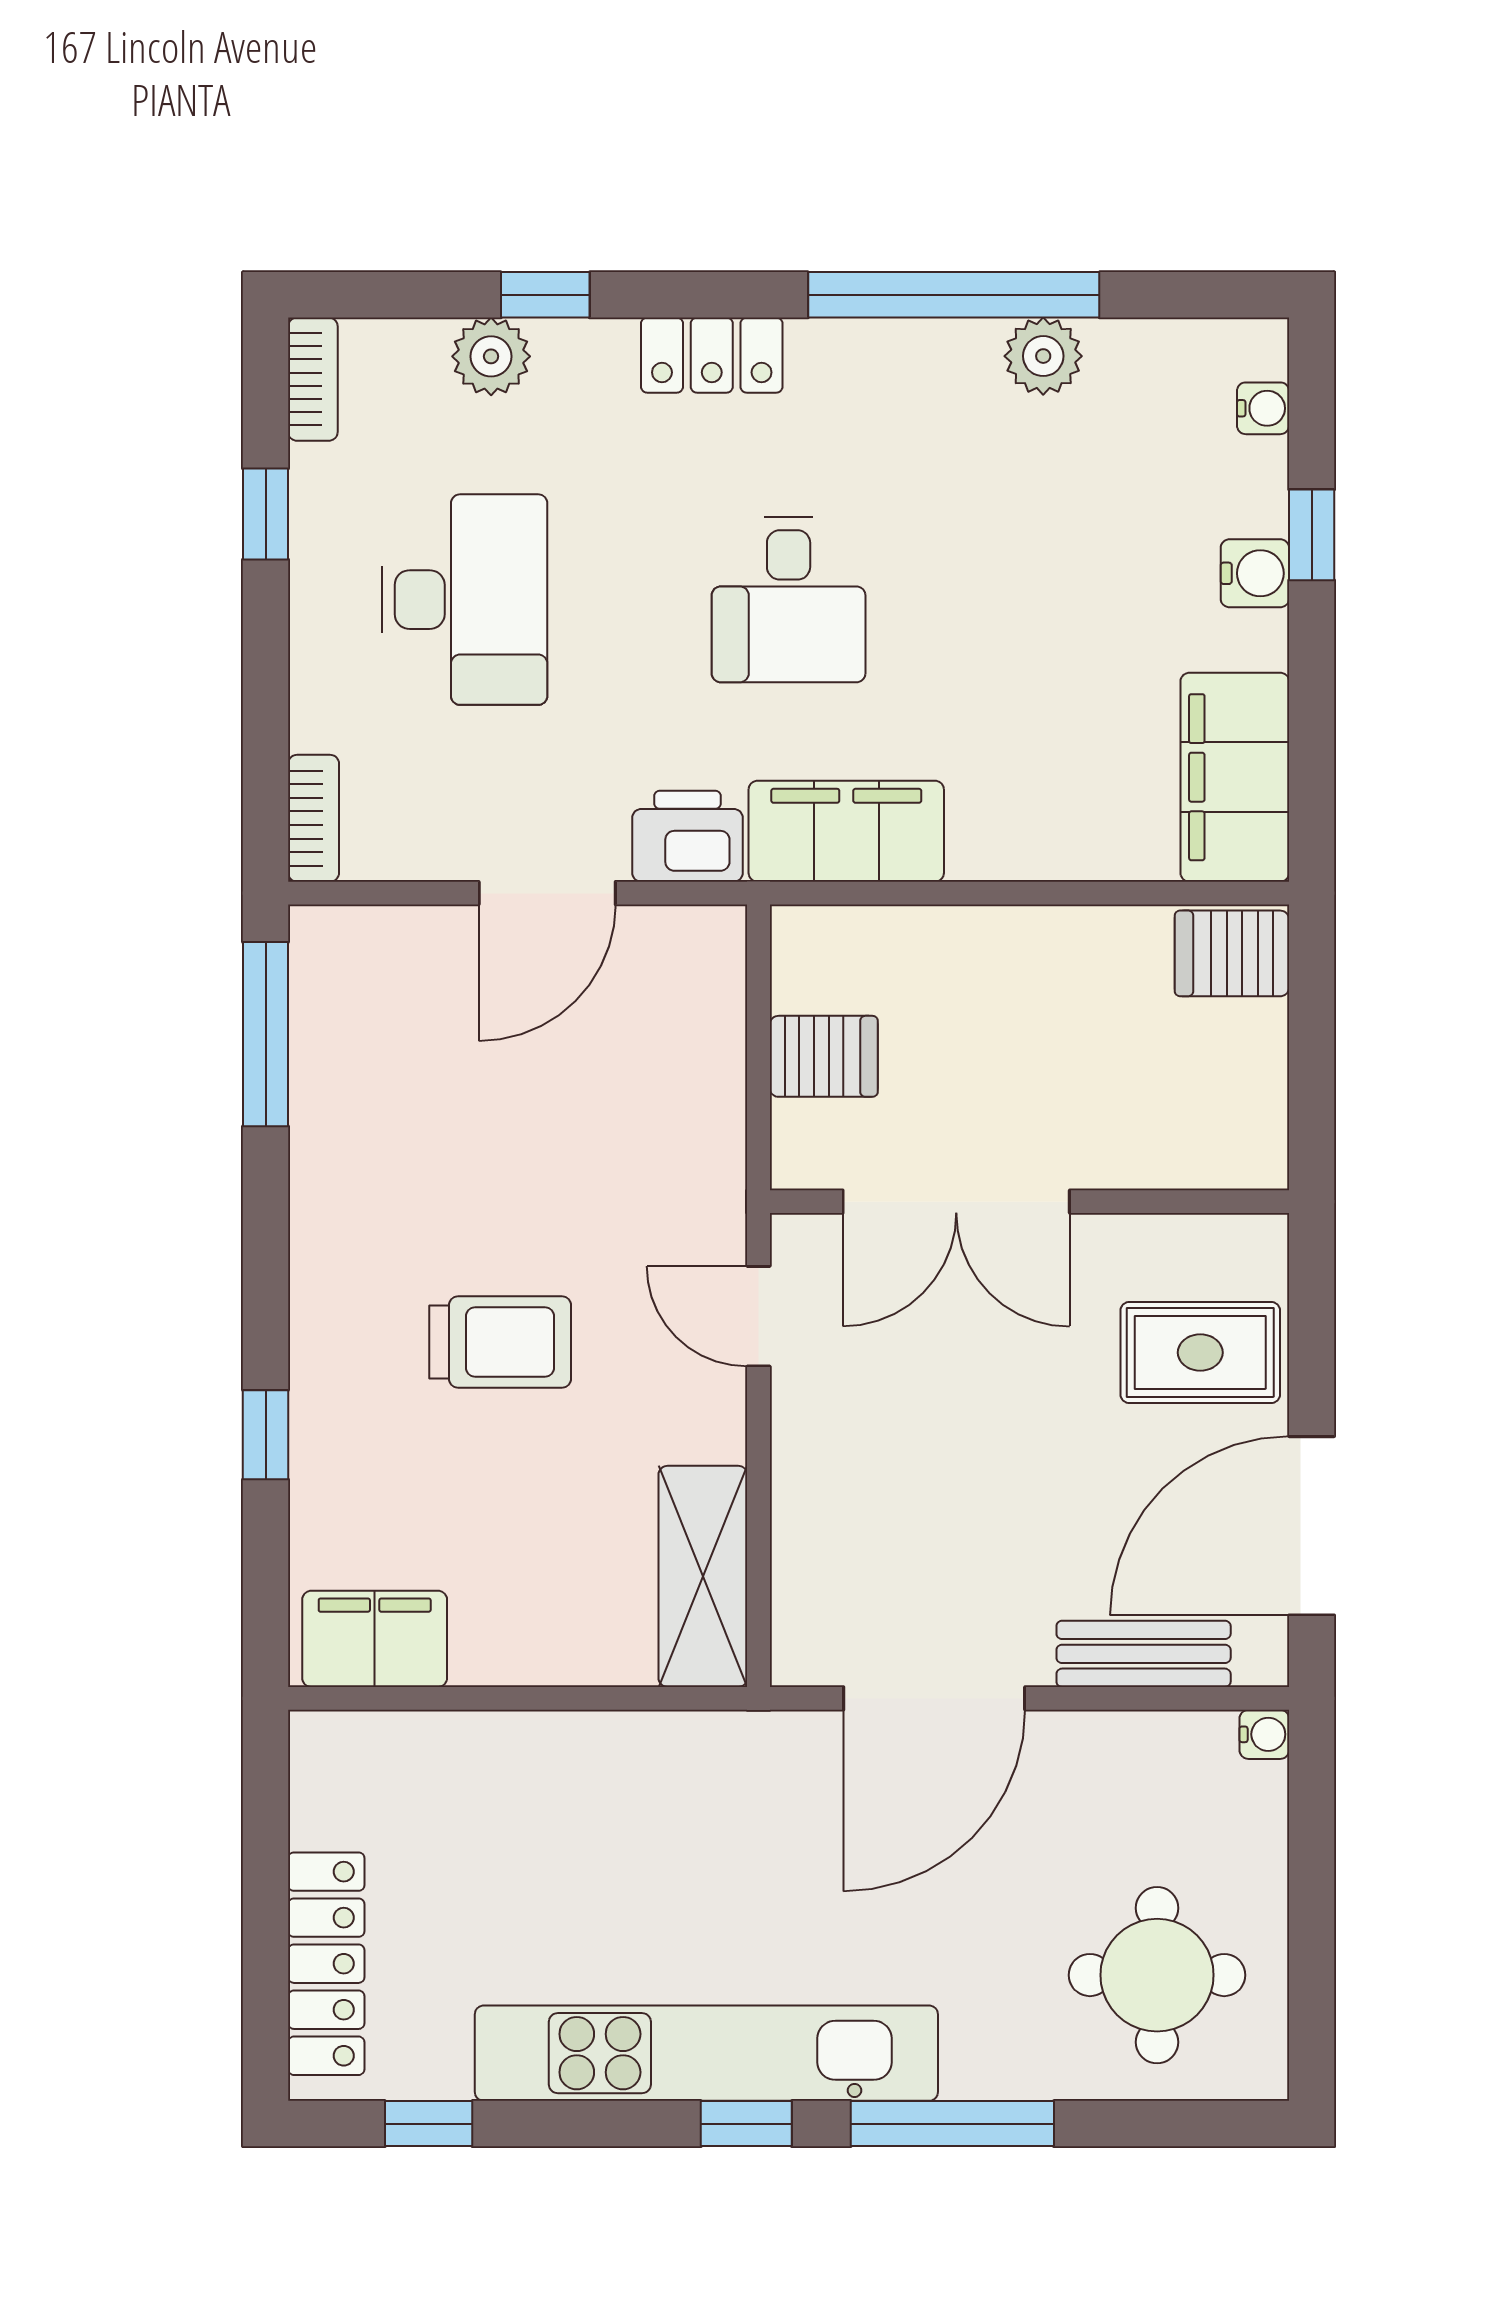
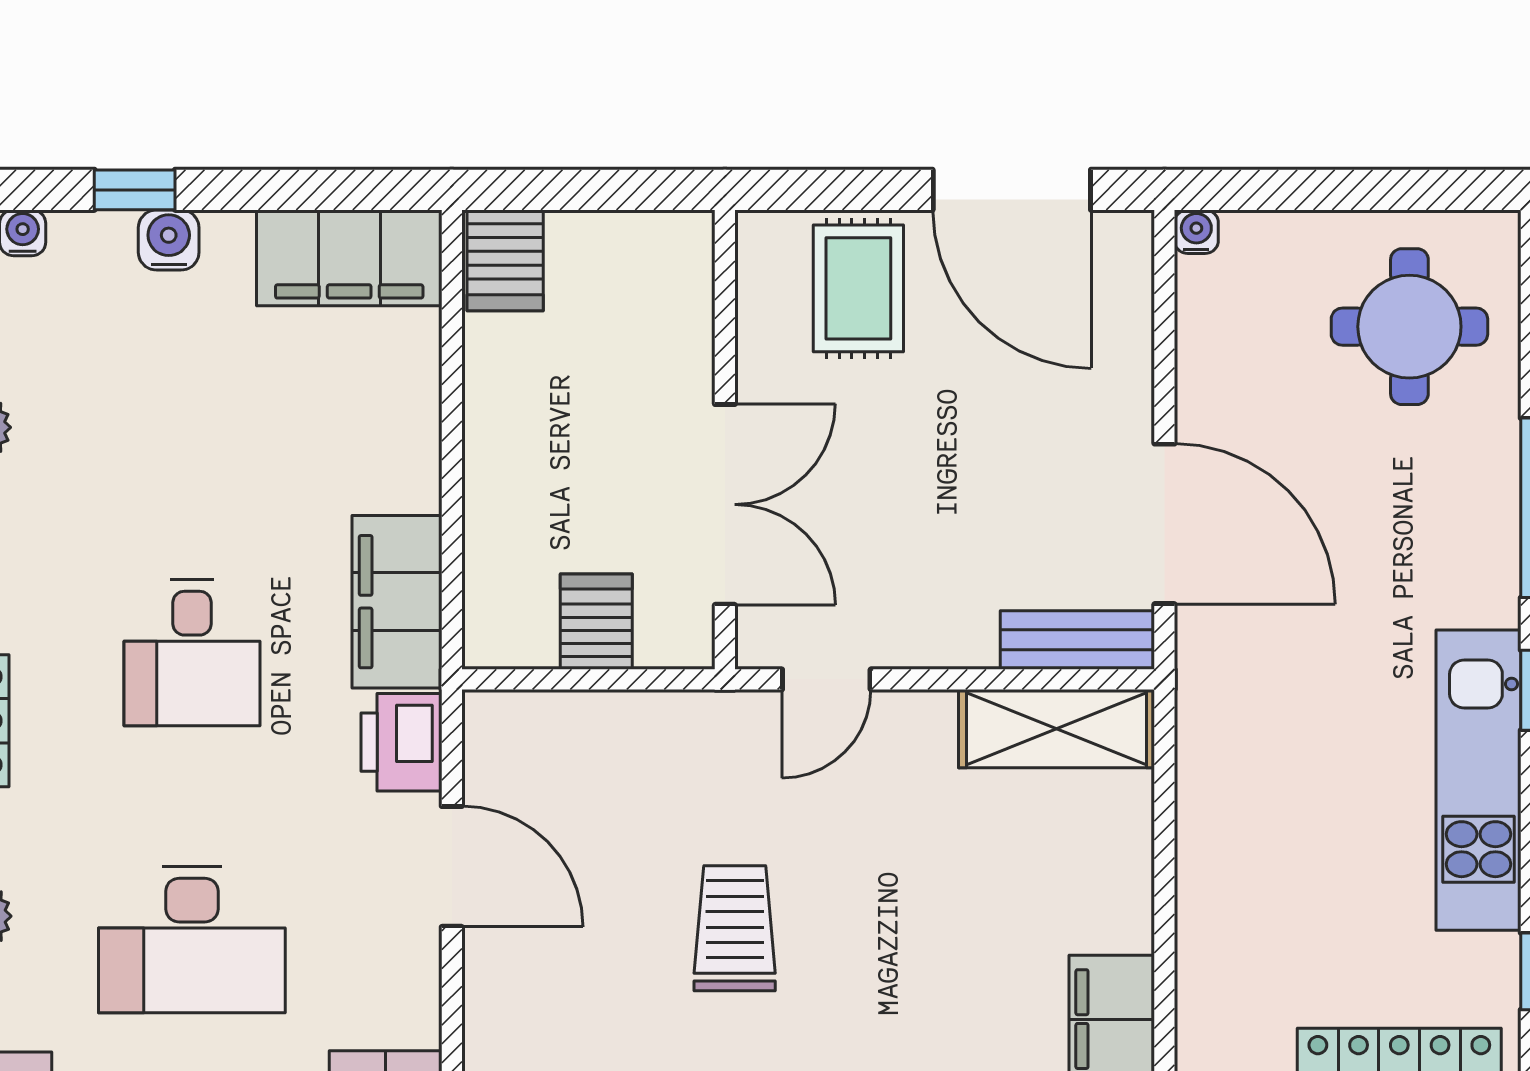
desk: (464, 600) -> (192, 940), turned 180
desk: (789, 600) -> (192, 653), turned 90
trolley: (500, 1342) -> (735, 928), moved
bench: (1144, 1654) -> (1077, 640), moved, turned 90
kitchen unit: (706, 2053) -> (1479, 780), width x0.73

